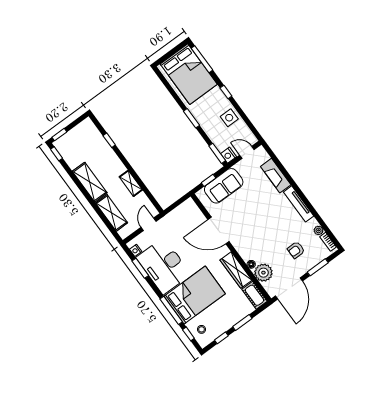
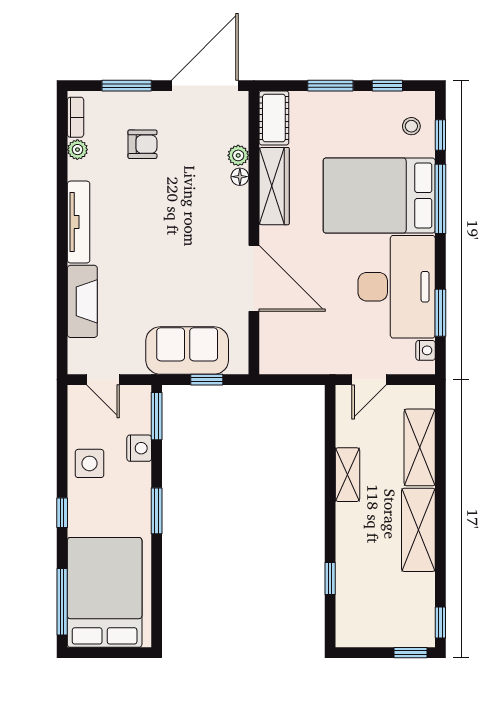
nightstand: (228, 155) -> (139, 448), moved
plant: (263, 273) -> (238, 155), width x0.53, depth x0.53

